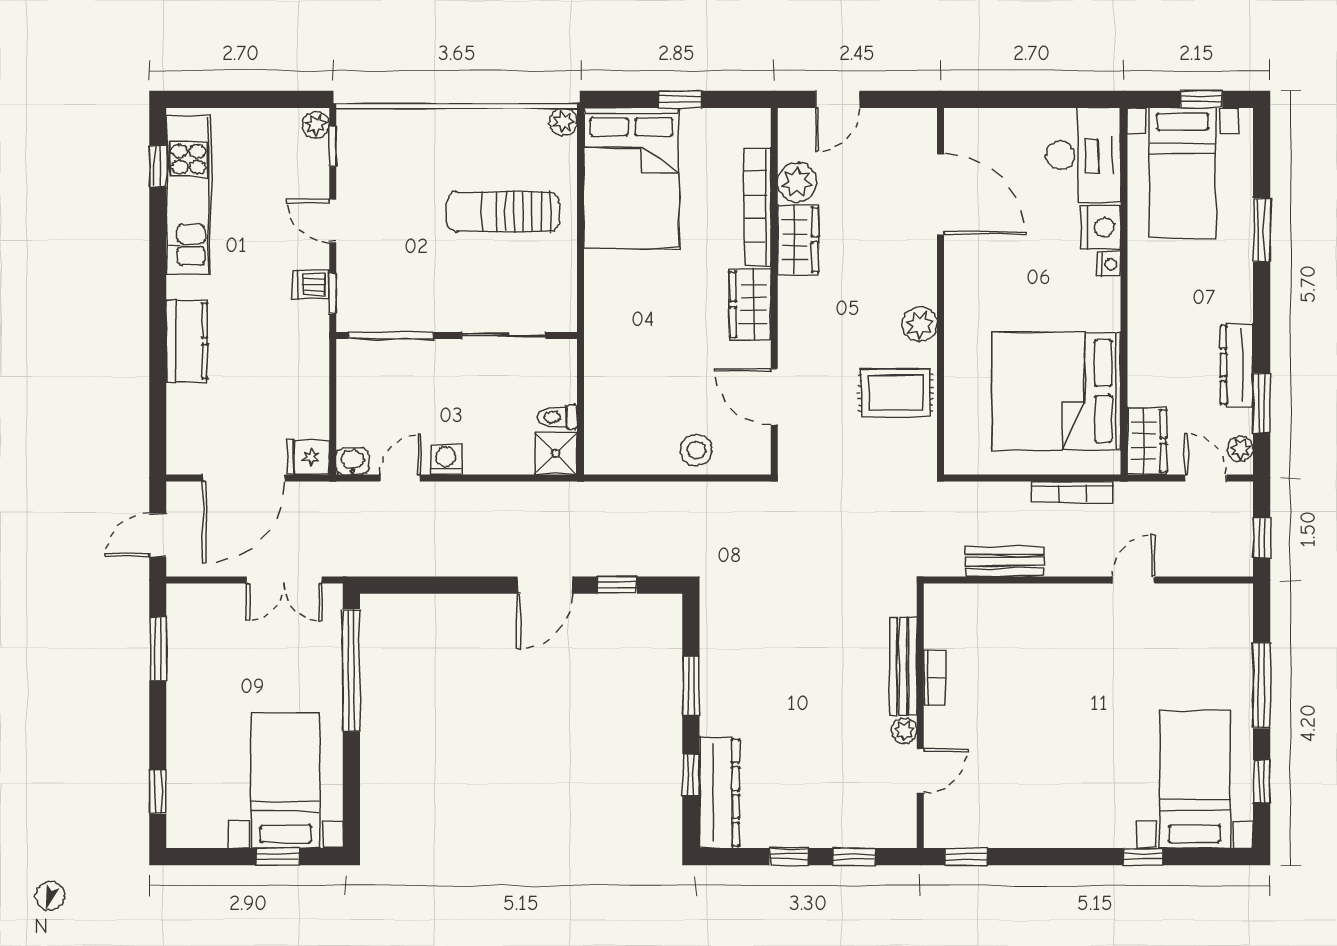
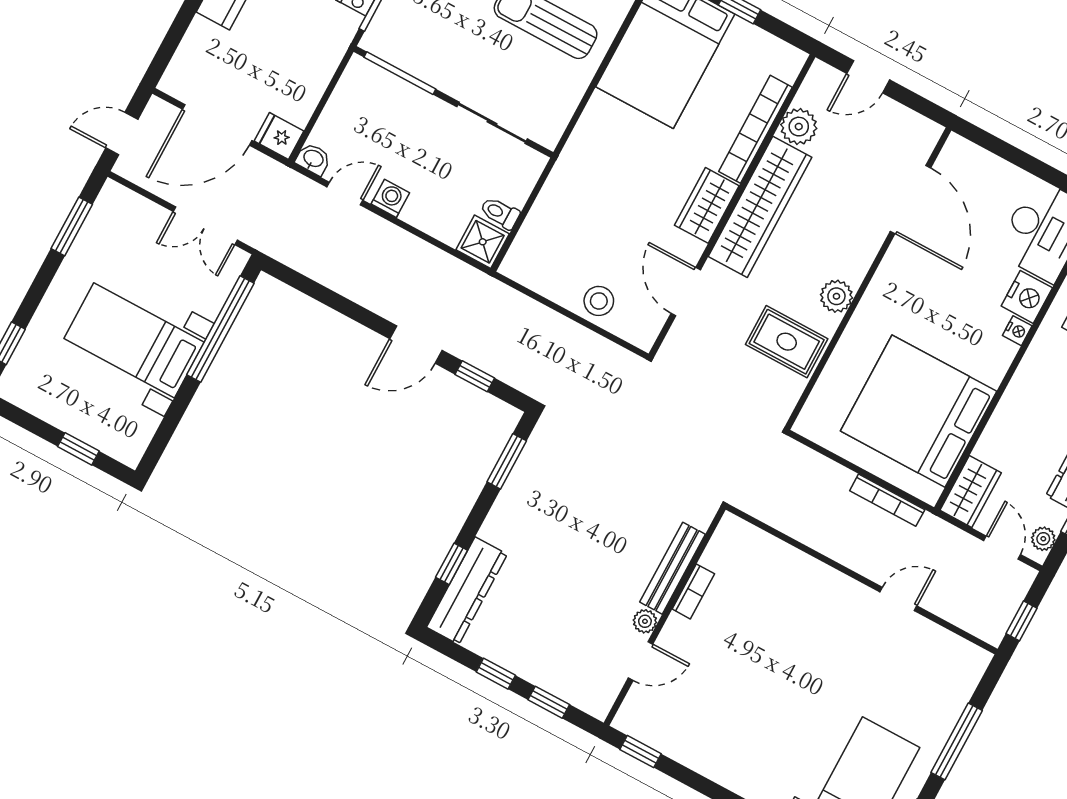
wardrobe: (798, 240) -> (760, 207), width x2.10, depth x1.17
bench: (1005, 561) -> (801, 527), removed
window: (691, 686) -> (507, 461), moved
bed with nightstands: (286, 781) -> (134, 340), moved, turned -90

